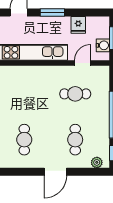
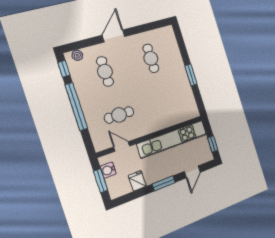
door: (83, 63) -> (122, 146), swing flipped

